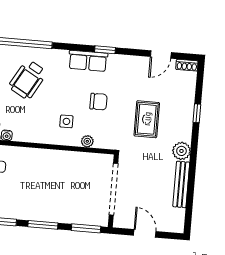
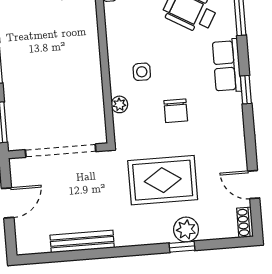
window: (105, 50) -> (246, 90), moved
row of seats: (88, 61) -> (227, 66), moved
rug: (147, 119) -> (163, 180), width x1.36, depth x1.43
plant: (181, 151) -> (186, 230), moved

